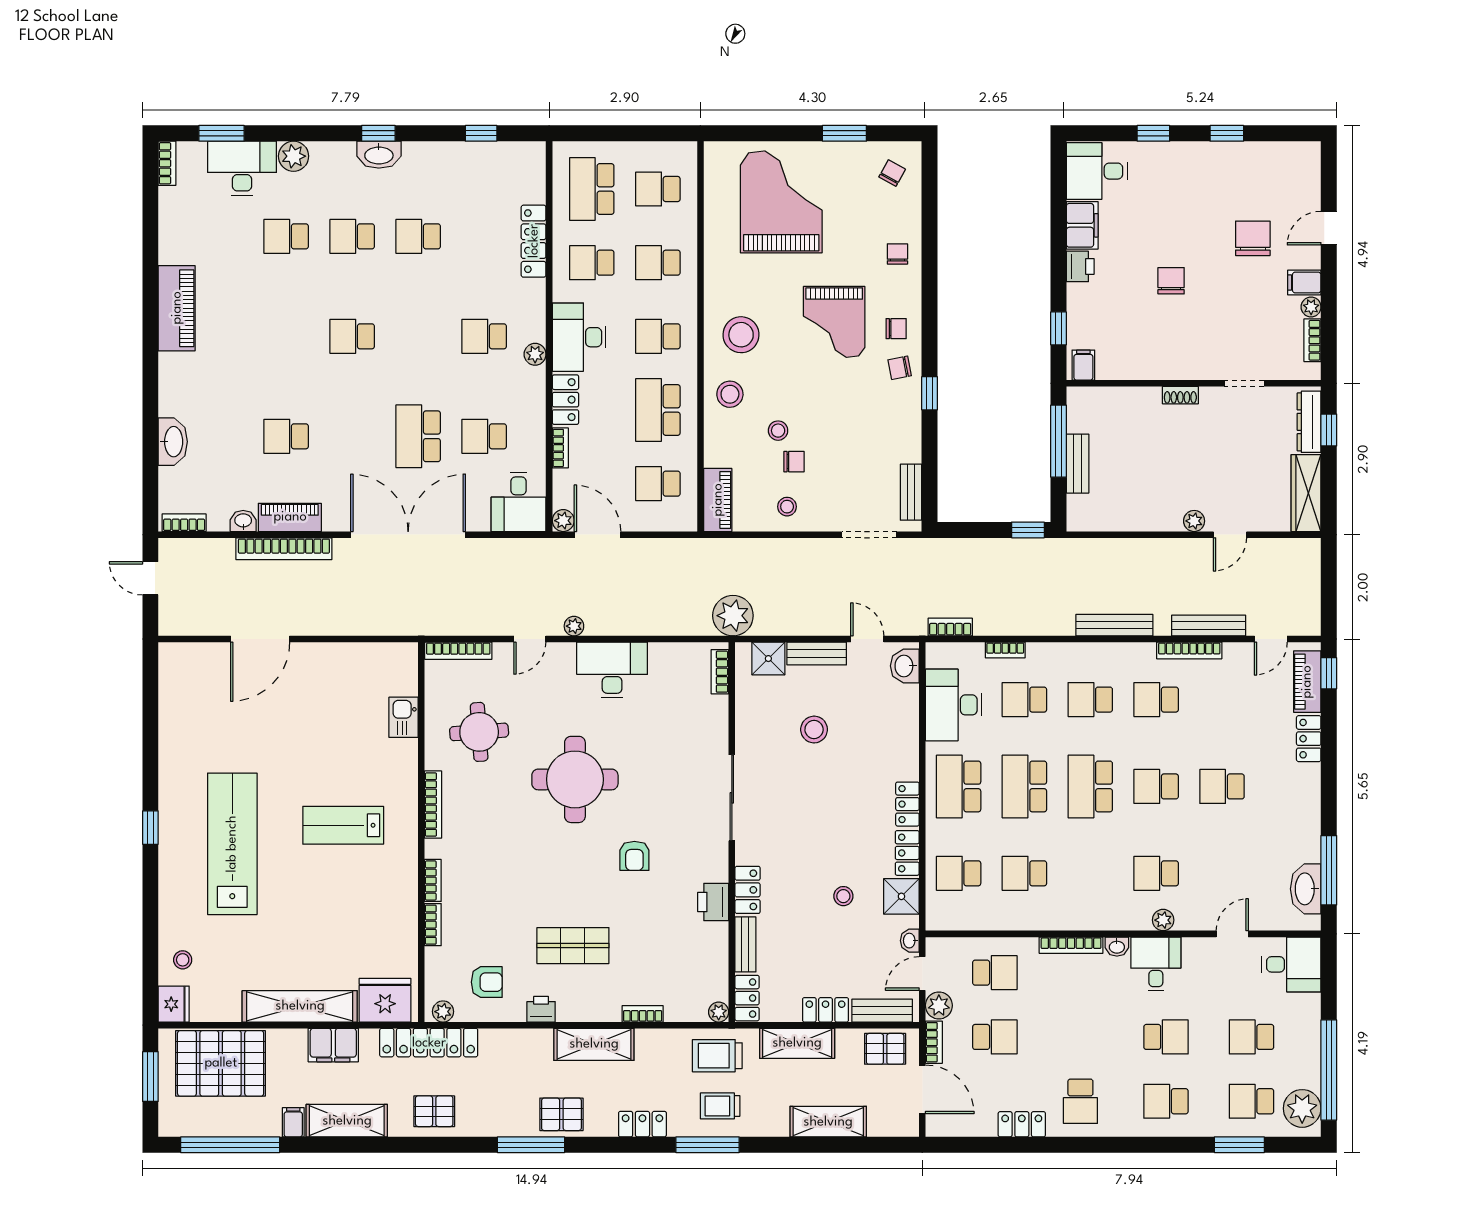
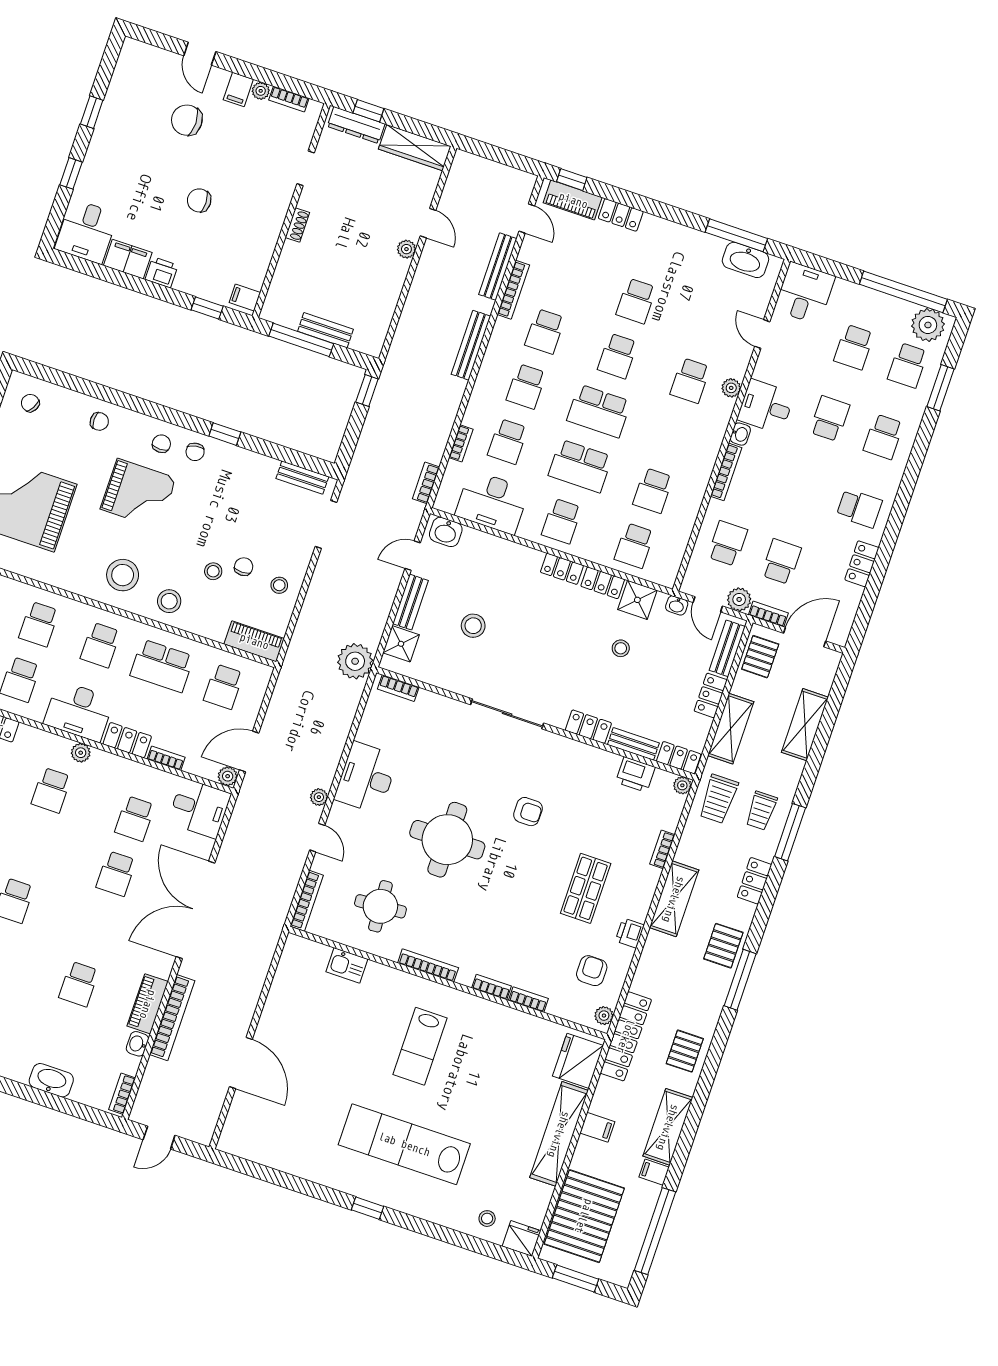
chair: (897, 254) -> (99, 421), turned 180
school desk: (418, 436) -> (116, 874), width x0.54
school desk: (959, 786) -> (562, 521), width x0.54
printer: (713, 902) -> (635, 775), moved
filing cabinet: (333, 1045) -> (597, 1127), width x0.50

